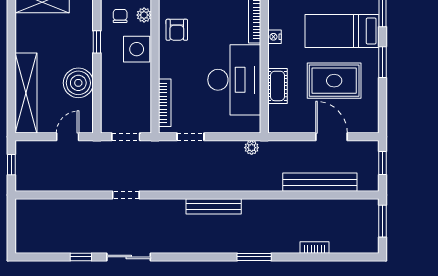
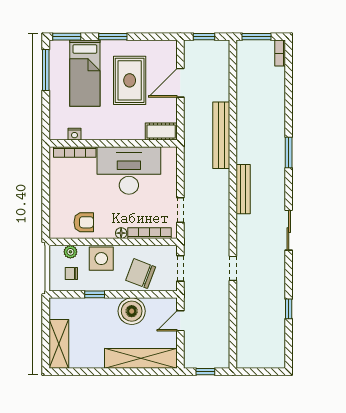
nightstand: (274, 37) -> (74, 134), moved
floor lamp: (165, 71) -> (121, 233), added
cot: (277, 86) -> (161, 131), moved
chair: (120, 93) -> (141, 274), added
door: (68, 137) -> (180, 321), hinge flipped
plant: (252, 148) -> (190, 155), removed
bench: (320, 182) -> (221, 135), moved
bookcase: (314, 248) -> (280, 53), moved
sliding door: (129, 257) -> (289, 230), moved

